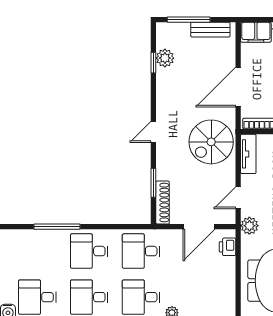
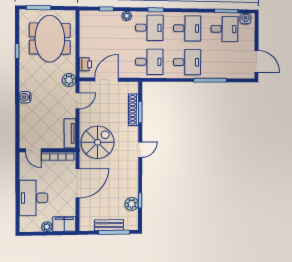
bench: (210, 30) -> (109, 225), moved
shoe rack: (163, 202) -> (134, 110), moved

